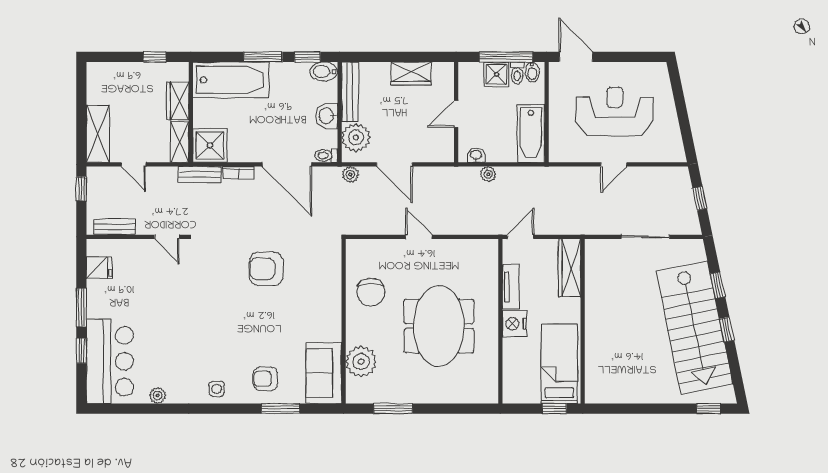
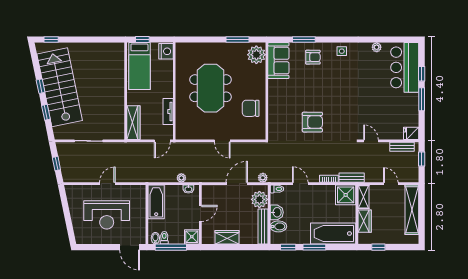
bidet: (324, 71) -> (278, 226), moved
shower: (497, 74) -> (192, 237), moved
shelving: (98, 134) -> (412, 210), width x1.47
door: (287, 164) -> (300, 184), width x0.53
door: (394, 164) -> (237, 184), hinge flipped
window: (81, 189) -> (422, 159), moved
fridge: (99, 268) -> (411, 133), moved
chair: (371, 292) -> (251, 108), turned -90
nightstand: (514, 324) -> (166, 51), moved
plant: (361, 362) -> (256, 55), moved

